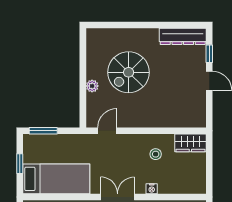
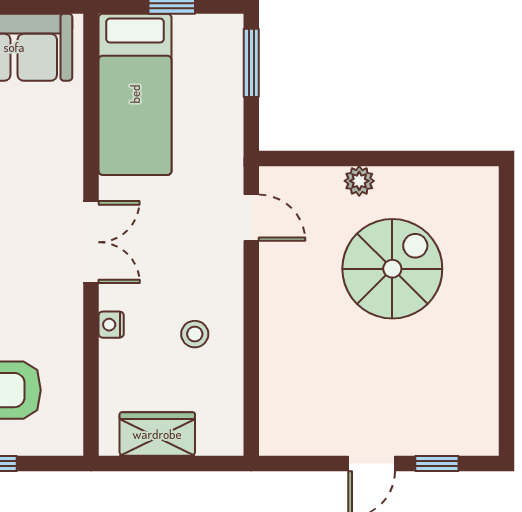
dresser: (183, 36) -> (479, 400), removed
spiral stairs: (129, 72) -> (392, 269), turned 90
wardrobe: (190, 143) -> (157, 434), moved, turned 90

